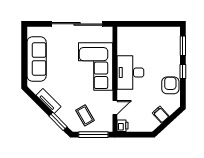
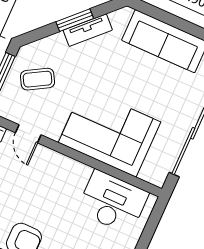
desk: (130, 73) -> (113, 202), moved
window: (58, 121) -> (75, 20), moved

